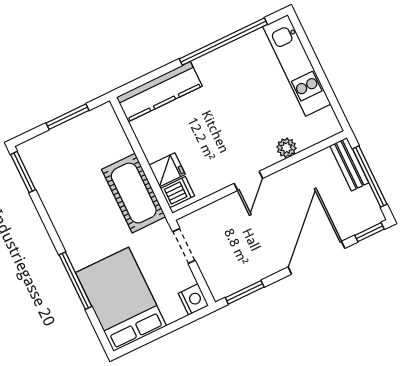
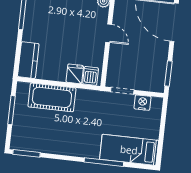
kitchen counter: (159, 92) -> (28, 60), width x0.67
cot: (134, 193) -> (52, 97), moved
bed: (121, 299) -> (129, 150), width x0.67
nightstand: (193, 299) -> (143, 103), moved

